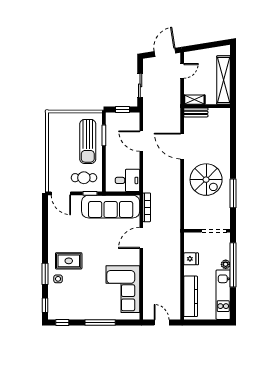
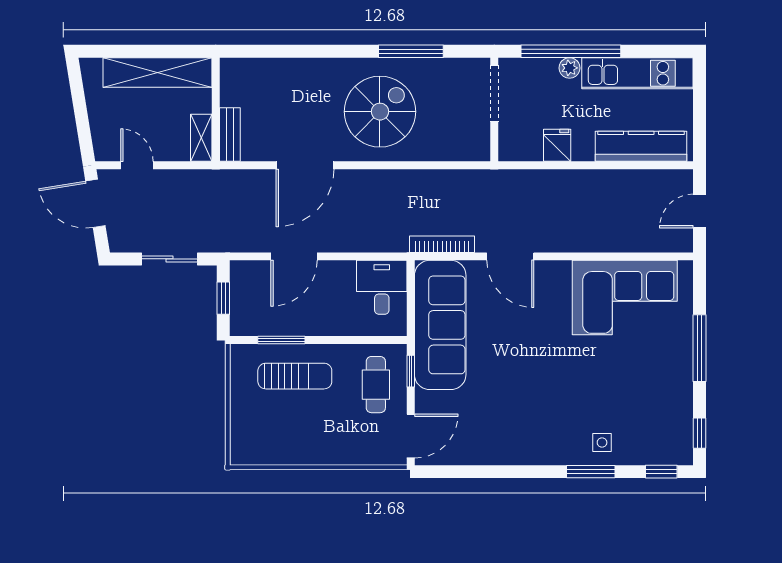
sun lounger: (88, 142) -> (295, 376), width x0.73, depth x0.75
rug: (69, 261) -> (562, 419), removed

